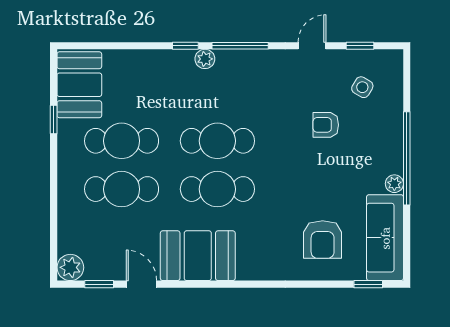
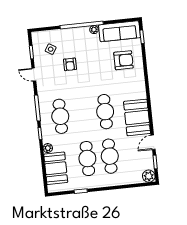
plant: (205, 59) -> (48, 148), moved
booth: (79, 85) -> (56, 168), moved, turned 90
cafe table: (217, 141) -> (60, 116), moved

